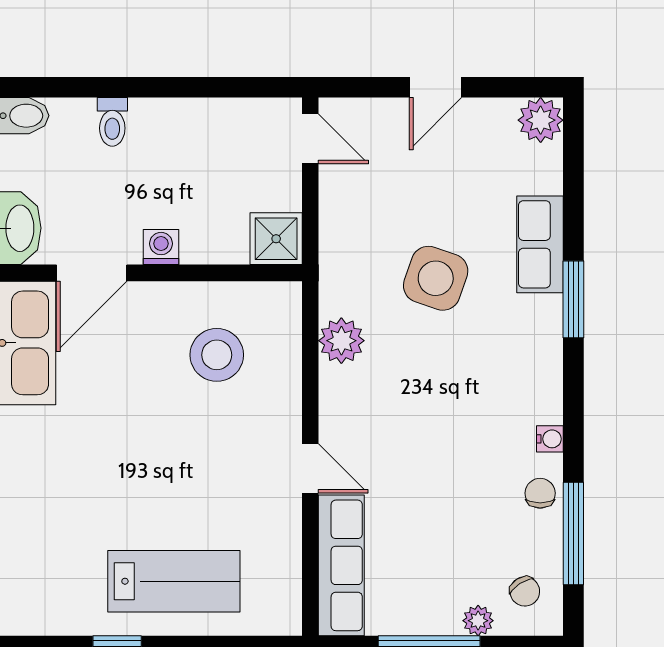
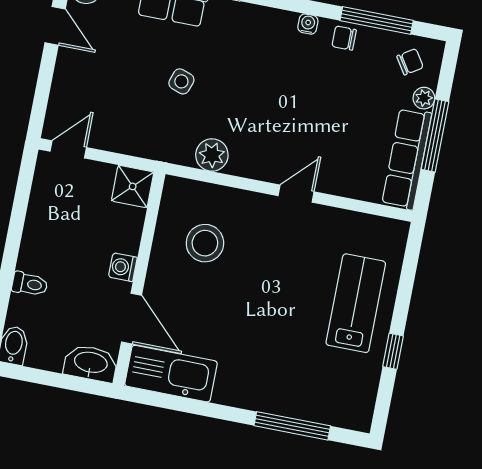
door: (436, 87) -> (55, 26), moved
side table: (436, 278) -> (181, 81), width x0.54, depth x0.54
row of seats: (341, 565) -> (407, 159), moved, turned -90

